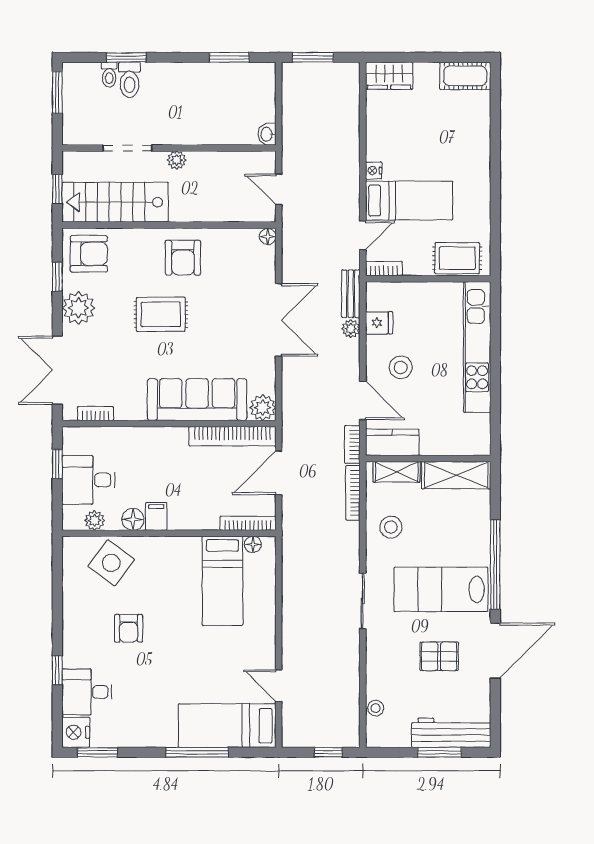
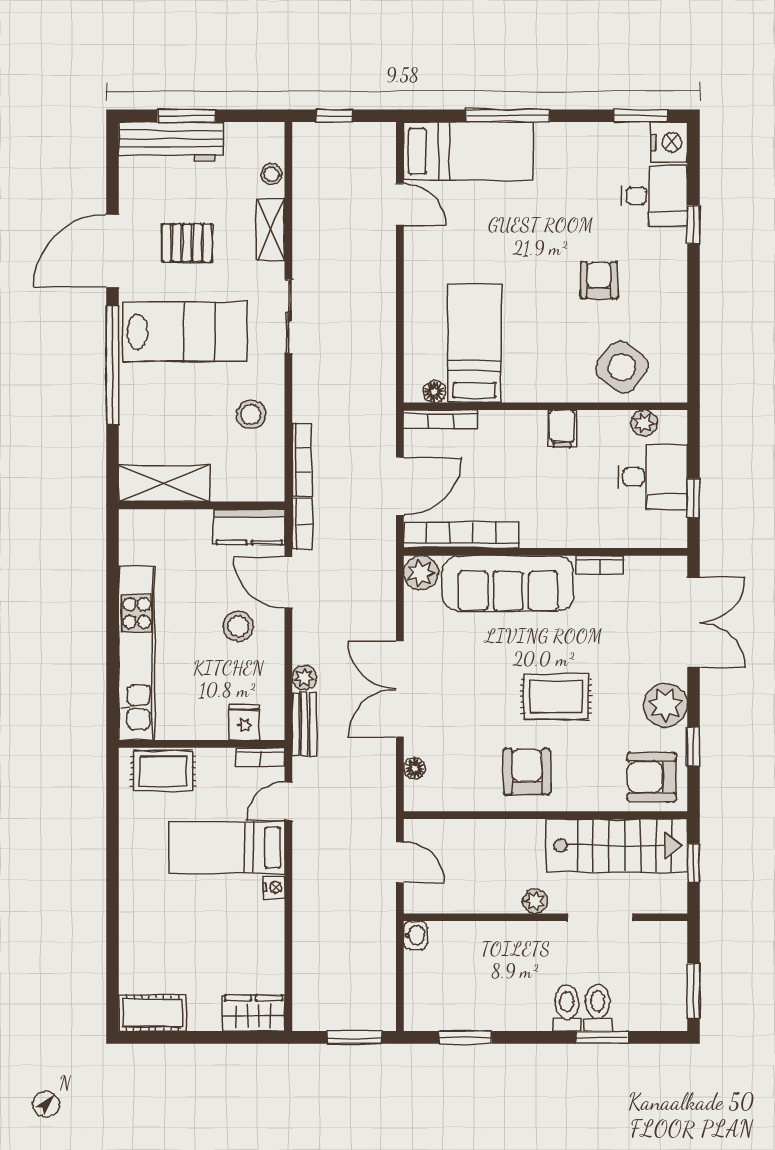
toilet: (109, 75) -> (567, 1008), moved, width x1.37, depth x1.39
floor lamp: (268, 237) -> (414, 768), moved
fridge: (379, 323) -> (244, 722), moved, turned 90
bookcase: (96, 414) -> (600, 565), moved
shelving: (397, 472) -> (271, 230), moved, turned 90
floor lamp: (133, 519) -> (593, 425), removed

